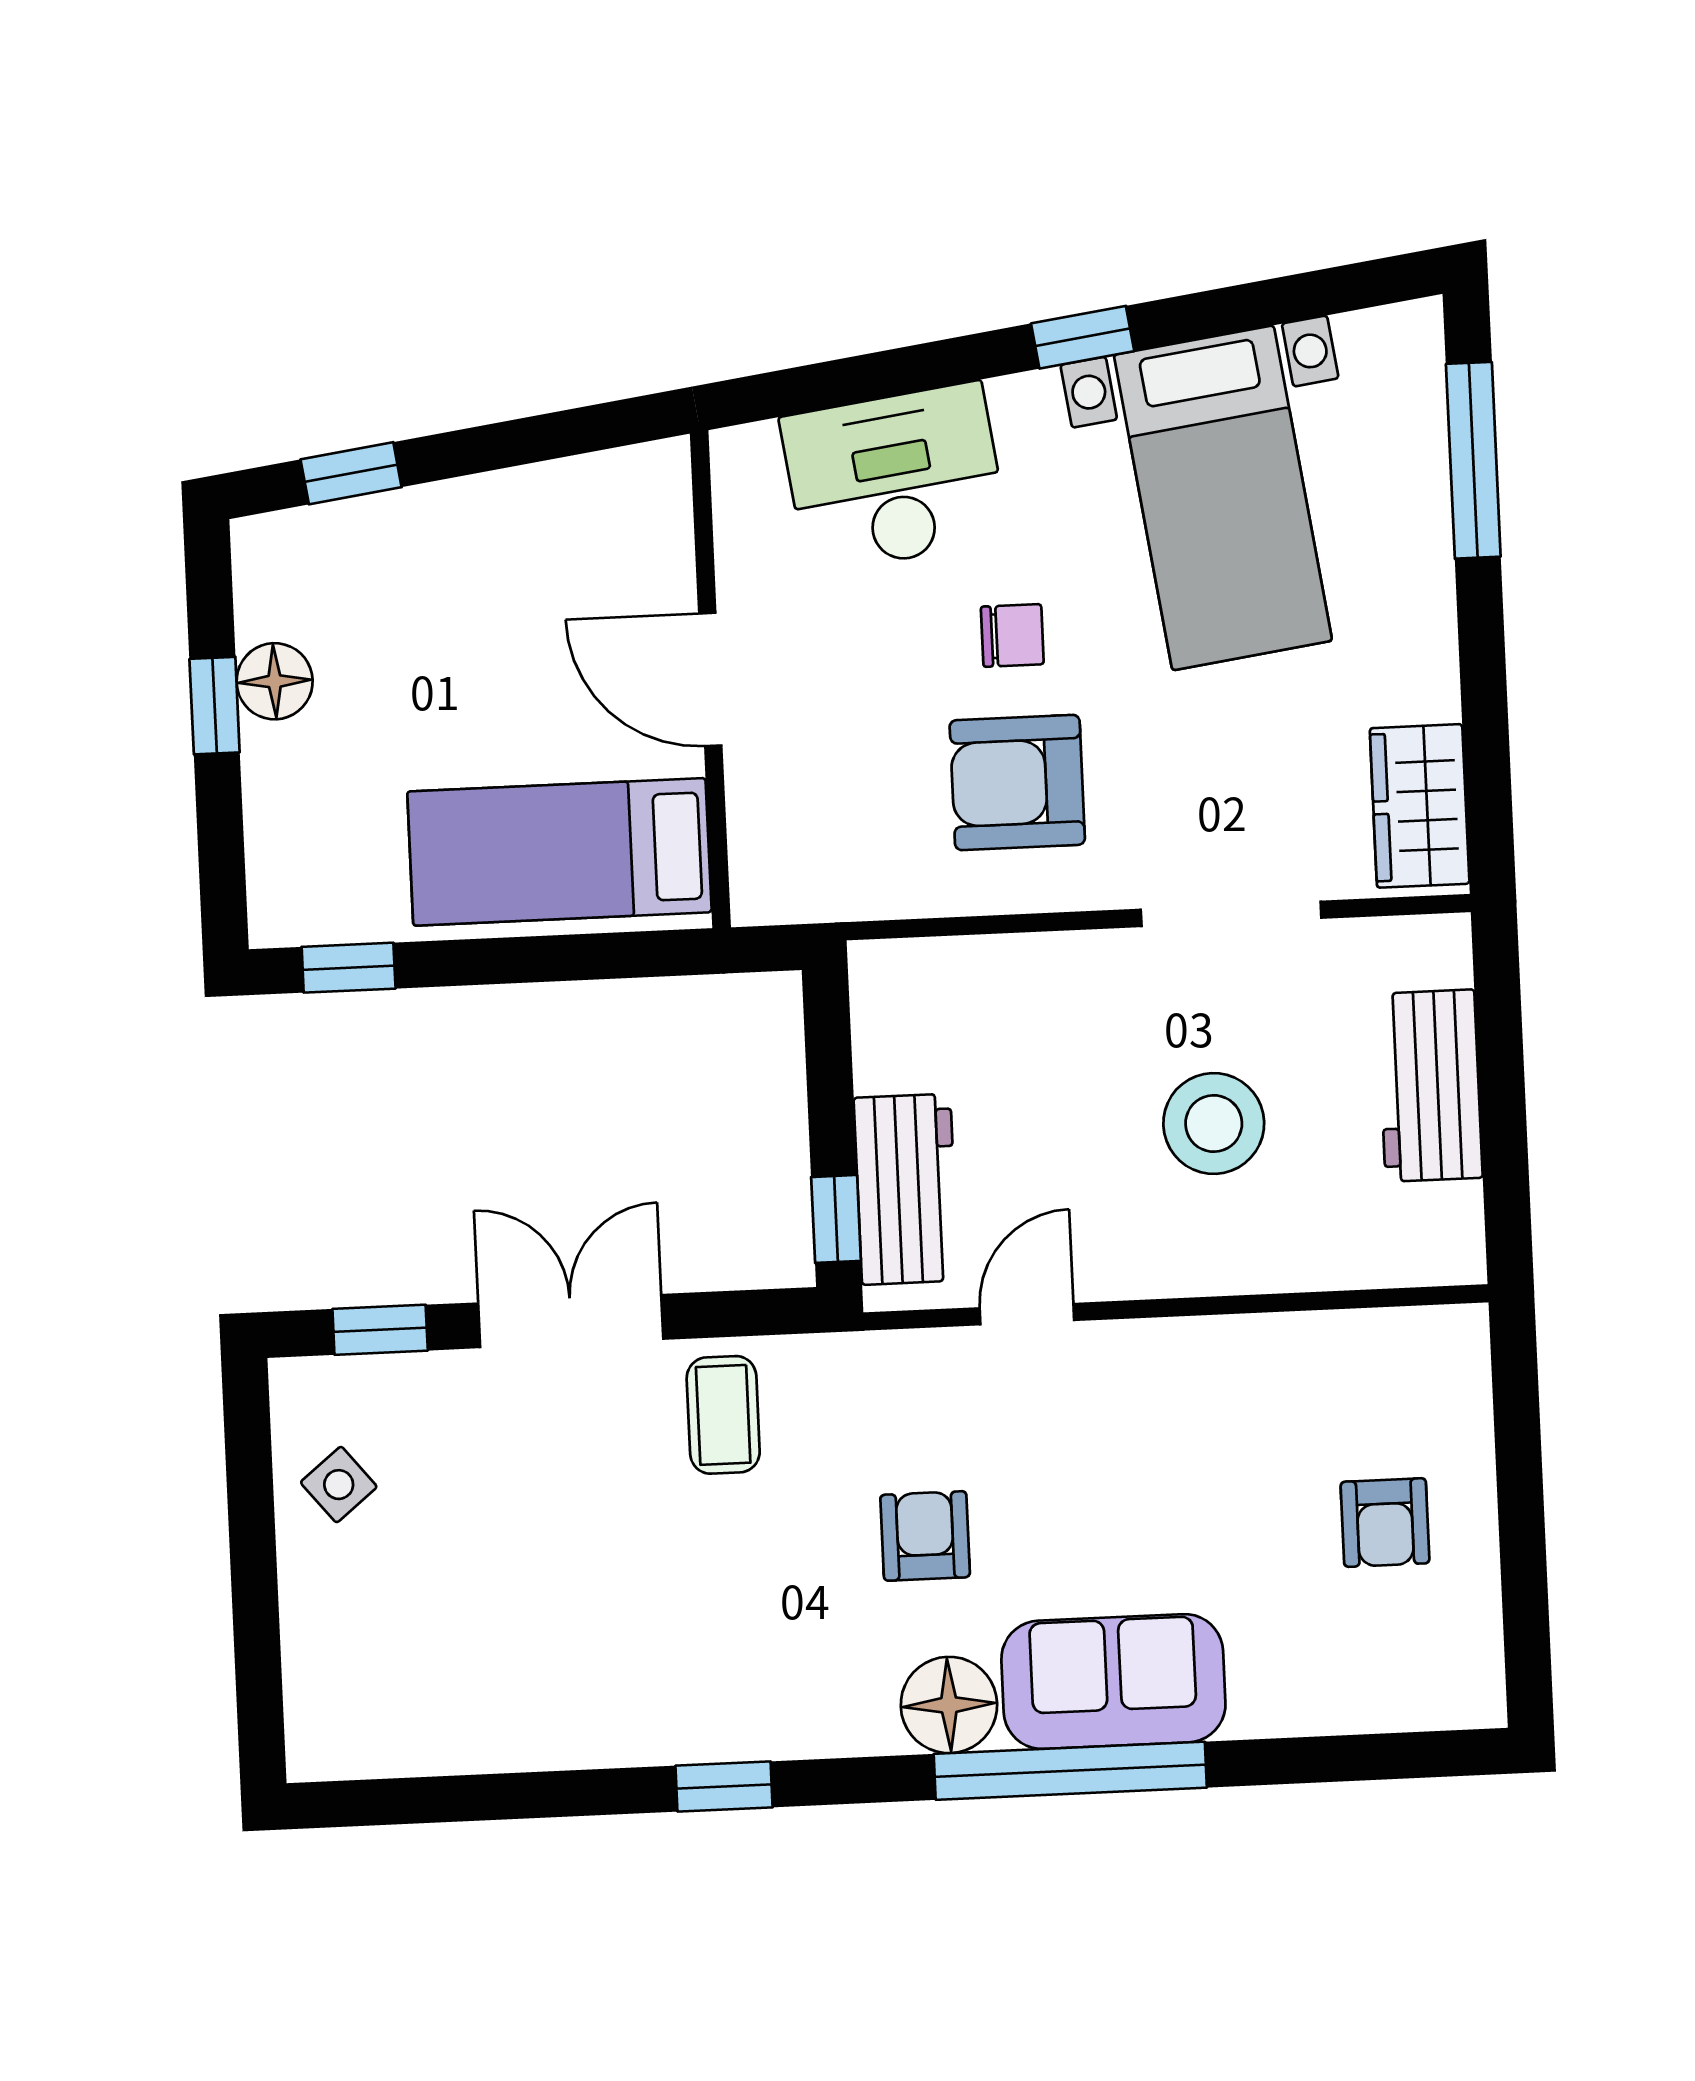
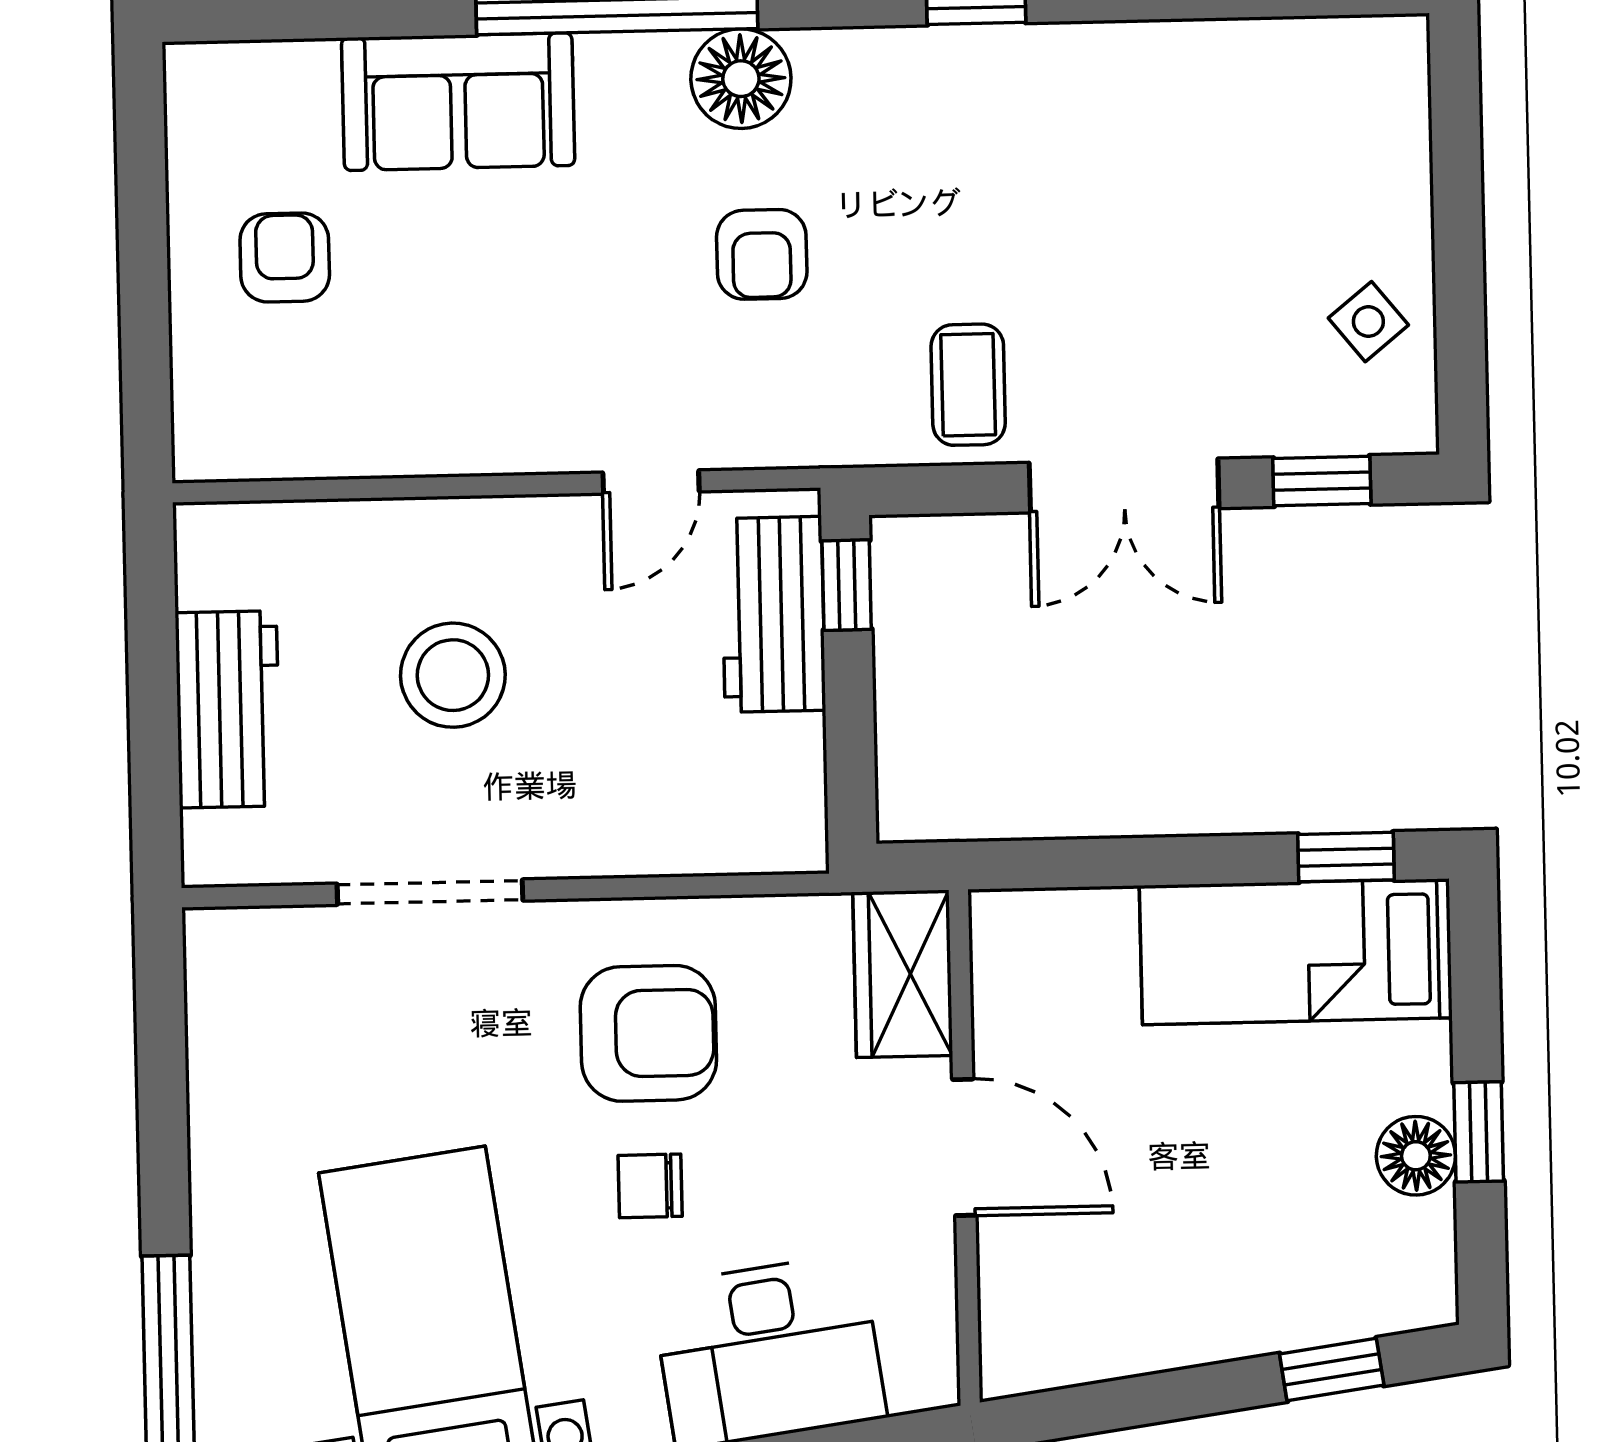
wardrobe: (1420, 806) -> (903, 974), moved, turned 180
bed: (559, 852) -> (1296, 952), moved, turned 180
sofa: (1113, 1682) -> (458, 102), moved

